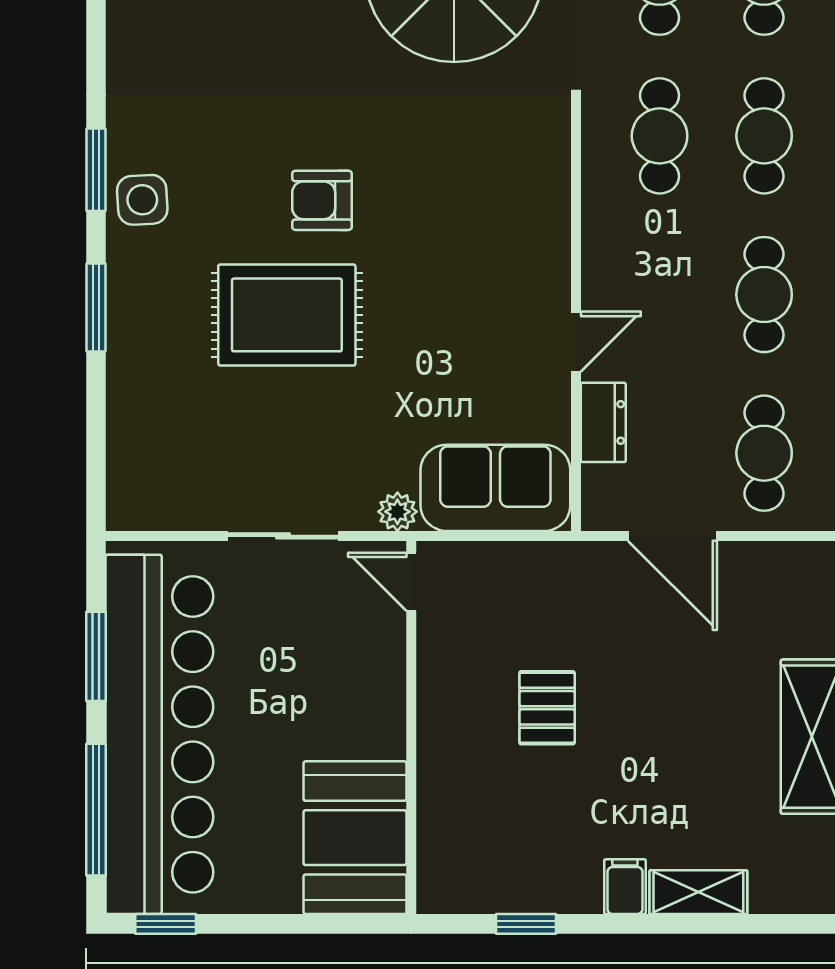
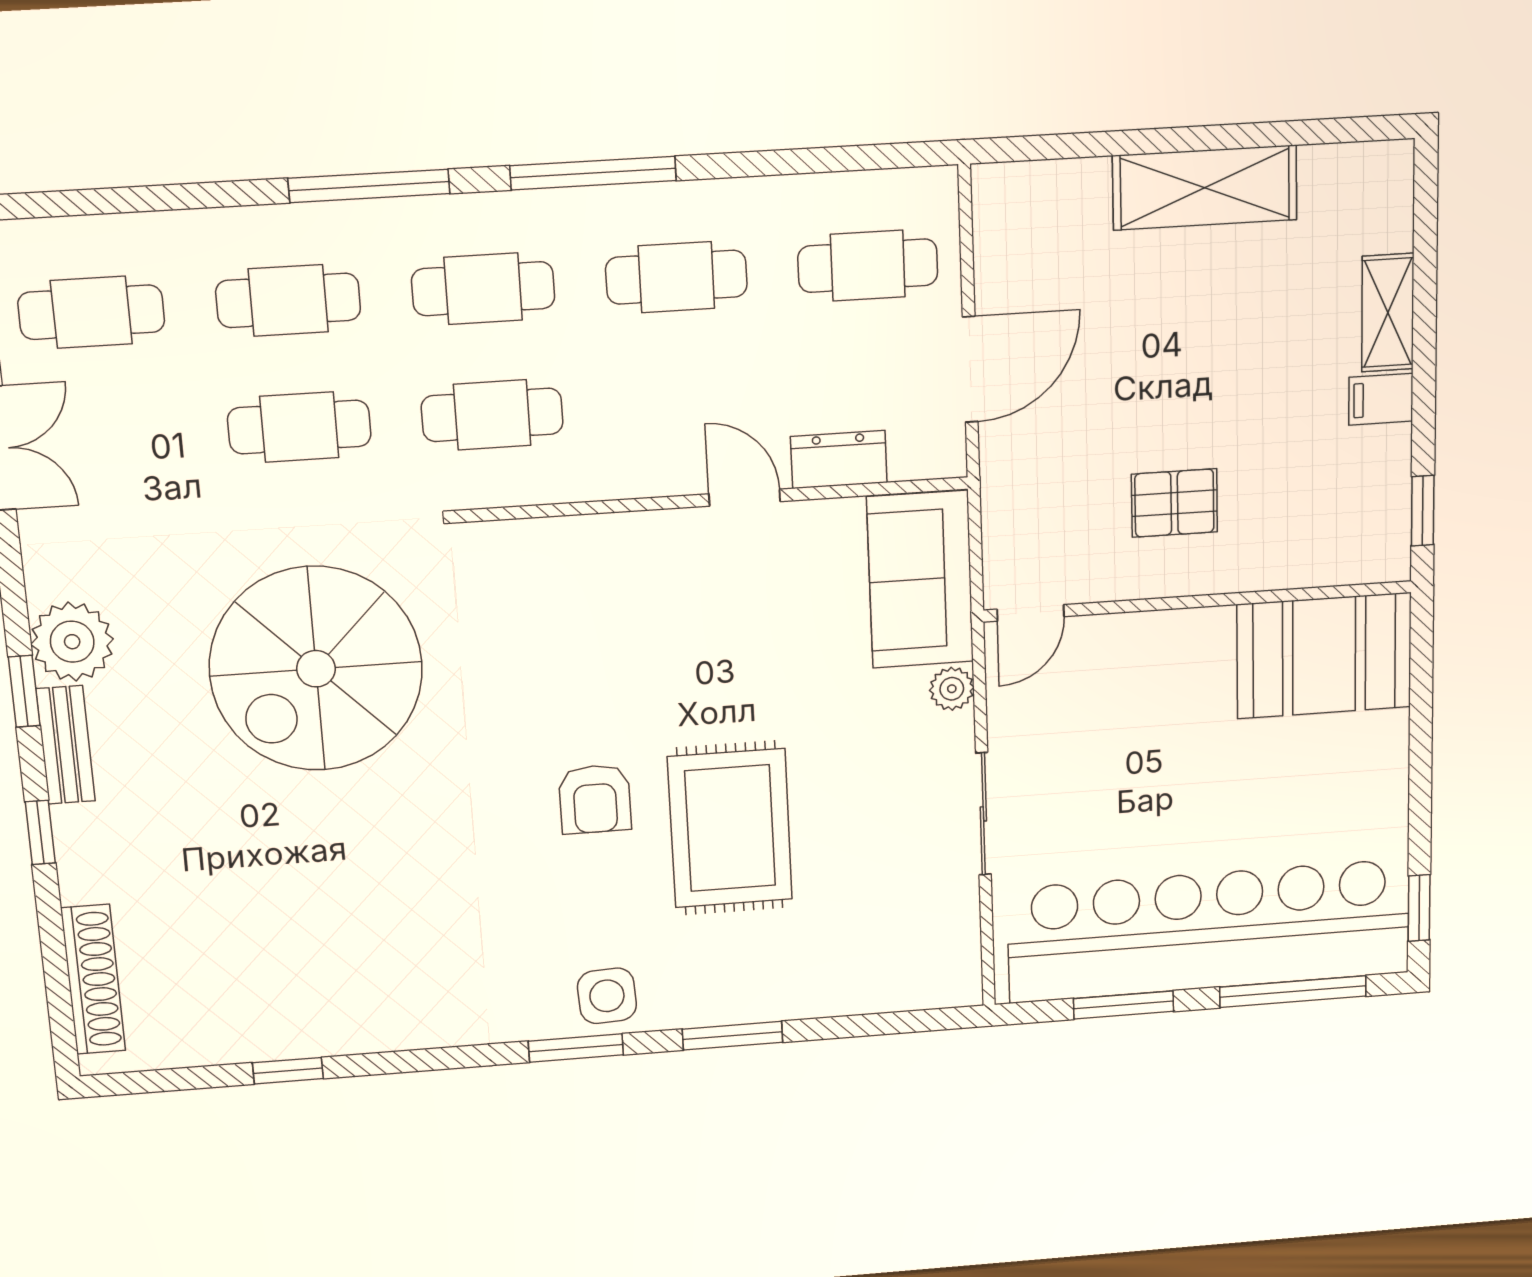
door: (411, 582) -> (1031, 613), moved
wall: (411, 727) -> (1198, 601), moved
booth: (355, 838) -> (1324, 656), moved

